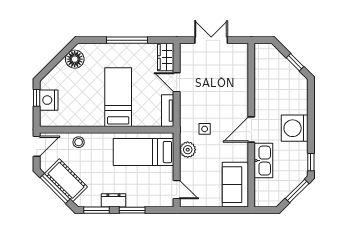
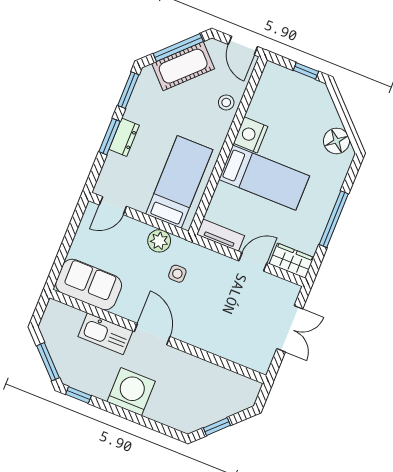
nightstand: (49, 100) -> (251, 135), moved, turned -90
dresser: (113, 200) -> (124, 137), moved

